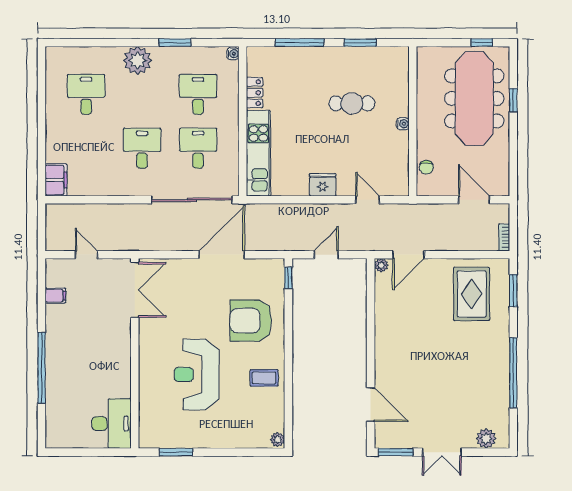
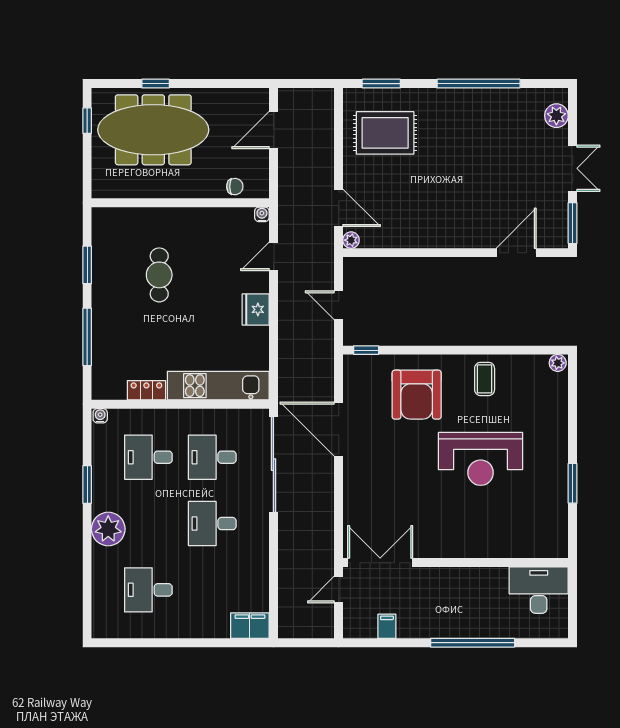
water cooler: (403, 124) -> (262, 214), moved
bookcase: (504, 237) -> (318, 94), removed
double door: (135, 290) -> (380, 563), moved
wall: (135, 353) -> (456, 563), moved
desk: (112, 424) -> (539, 590), moved

